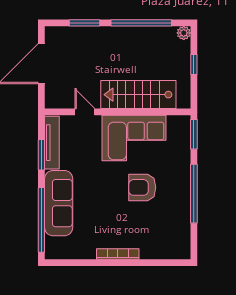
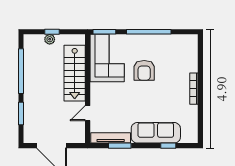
plant: (184, 33) -> (50, 39), moved
corner sofa: (134, 138) -> (107, 58), moved
window: (41, 220) -> (168, 146), width x0.32

